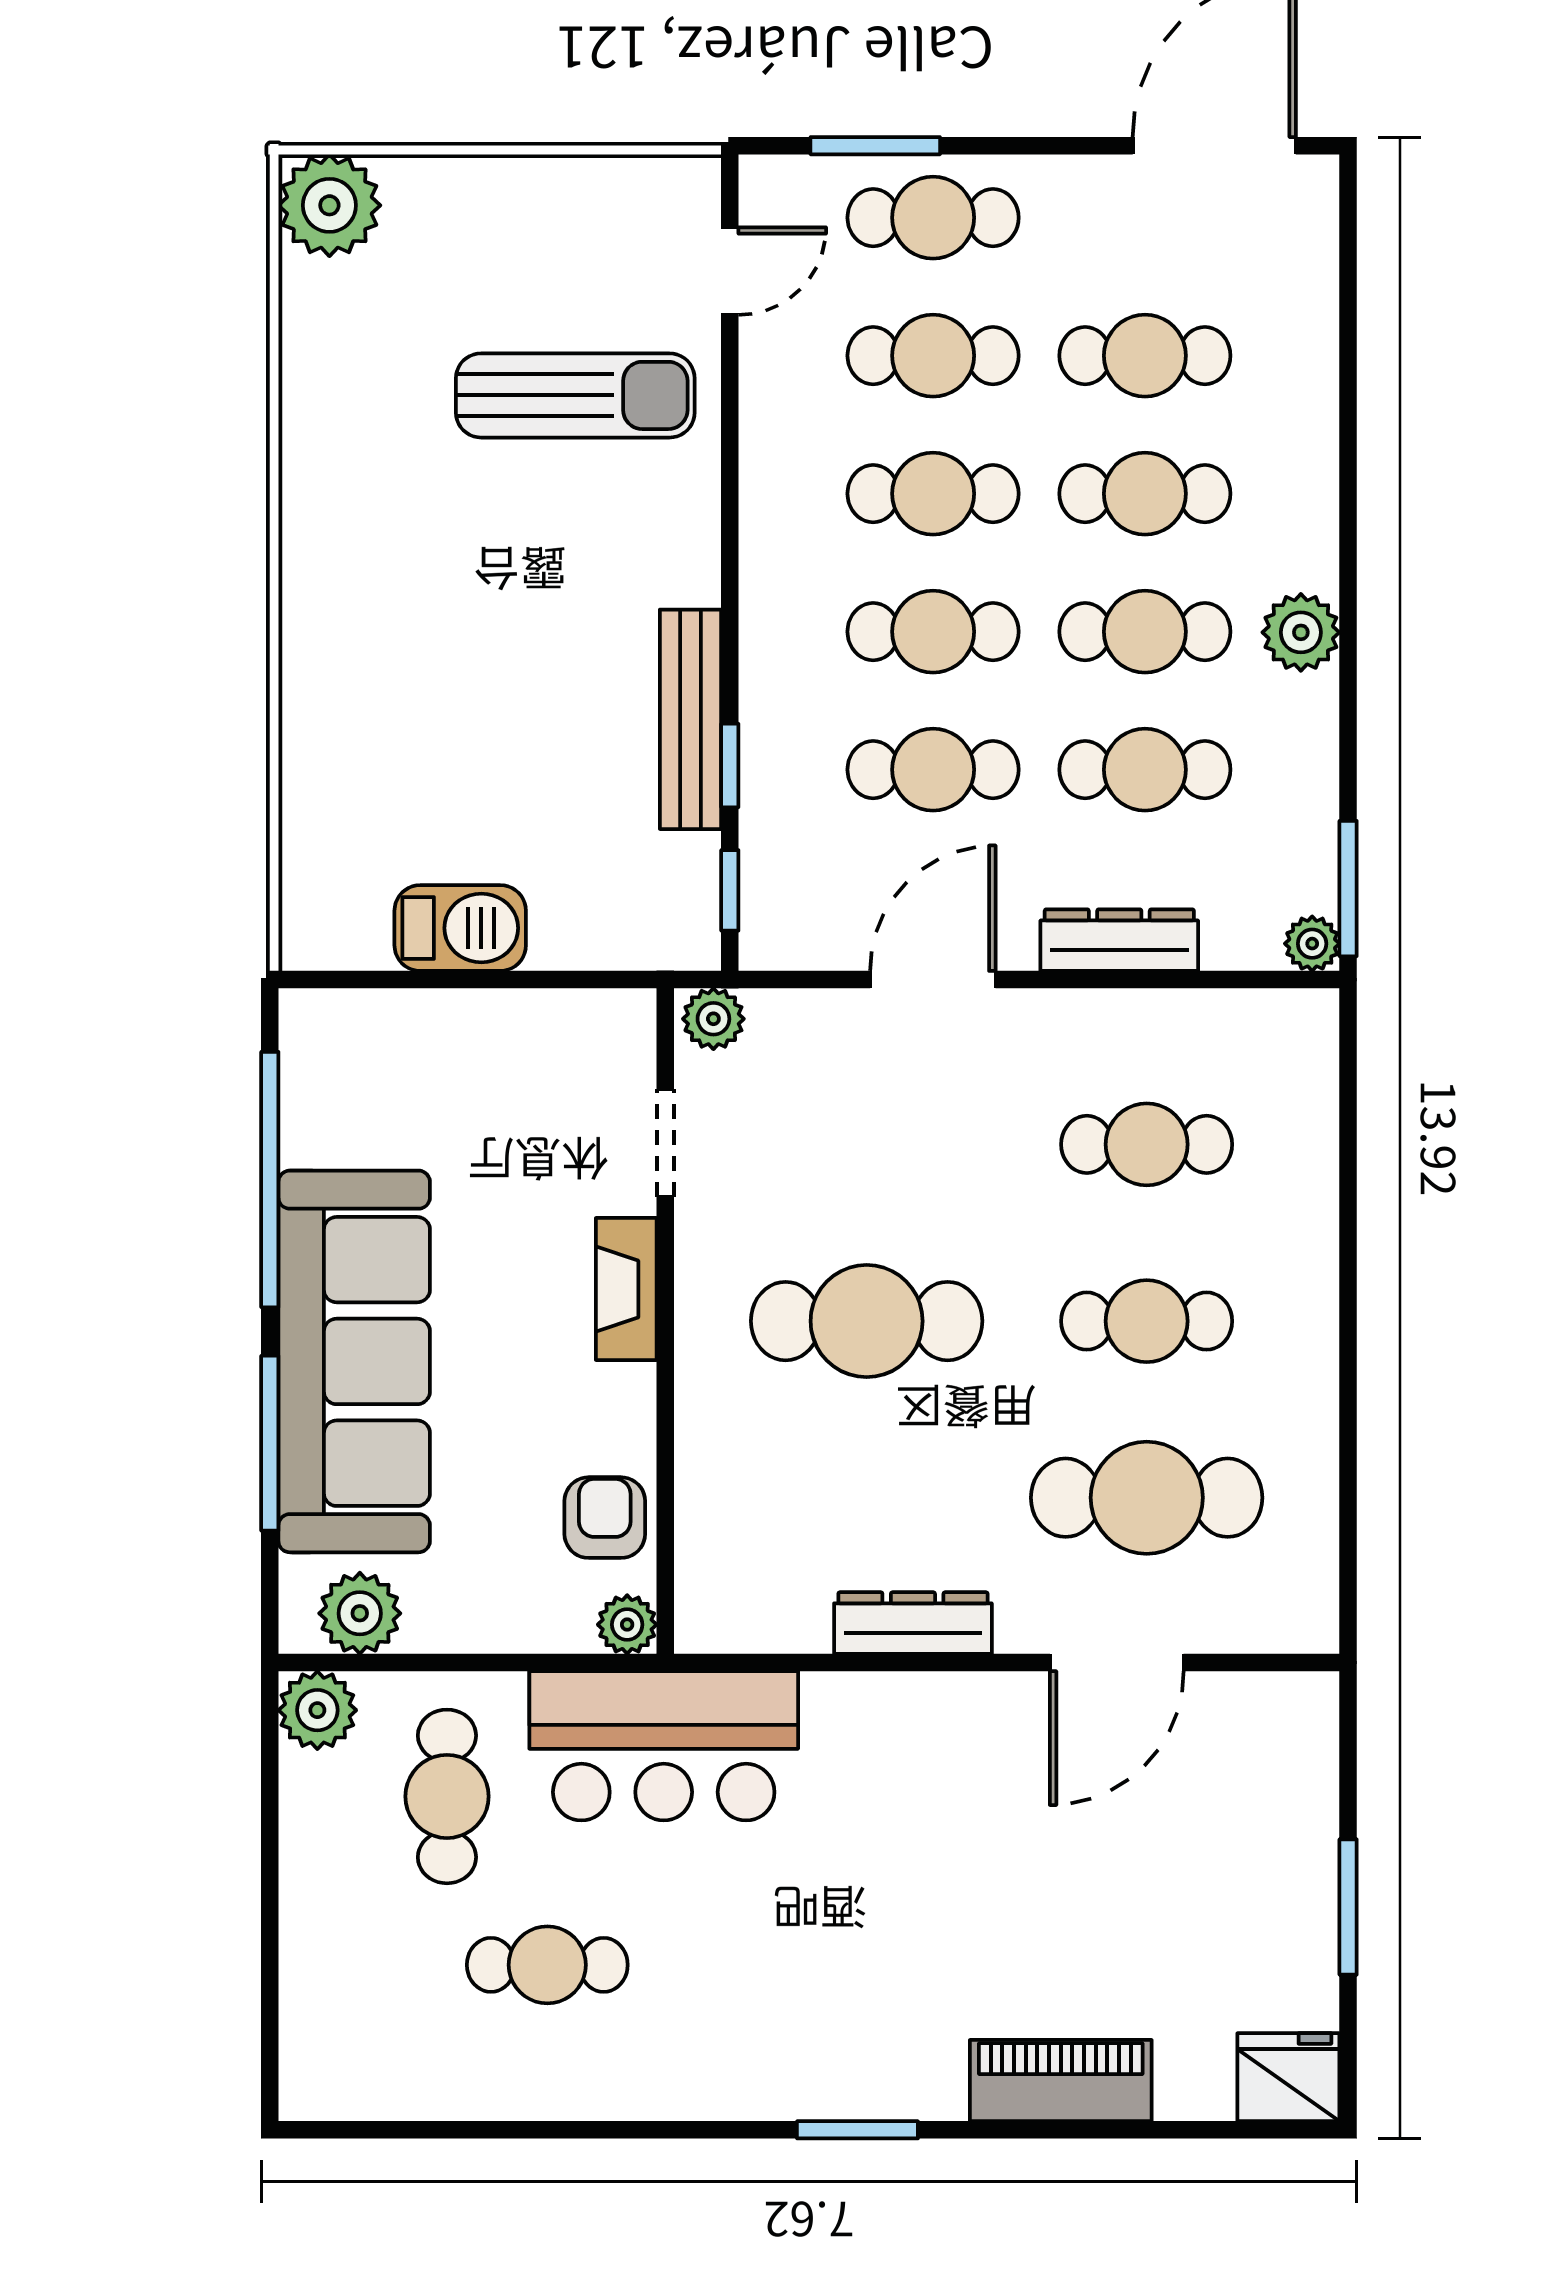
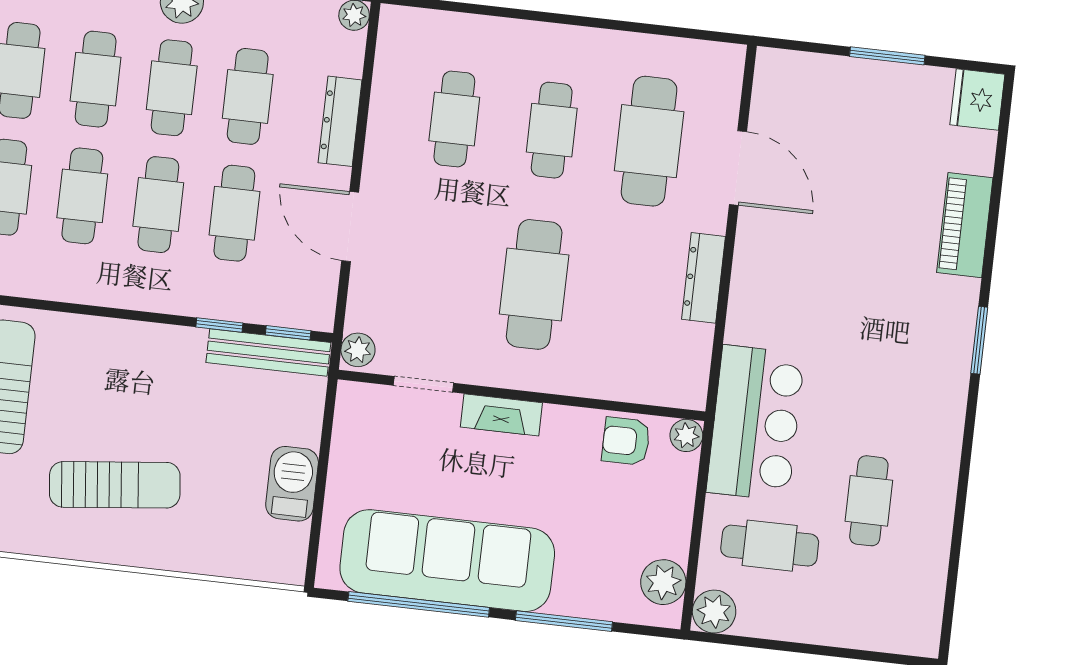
sun lounger: (422, 611) -> (115, 485), added
bench: (690, 719) -> (268, 352), moved
sofa: (354, 1361) -> (447, 561), moved

